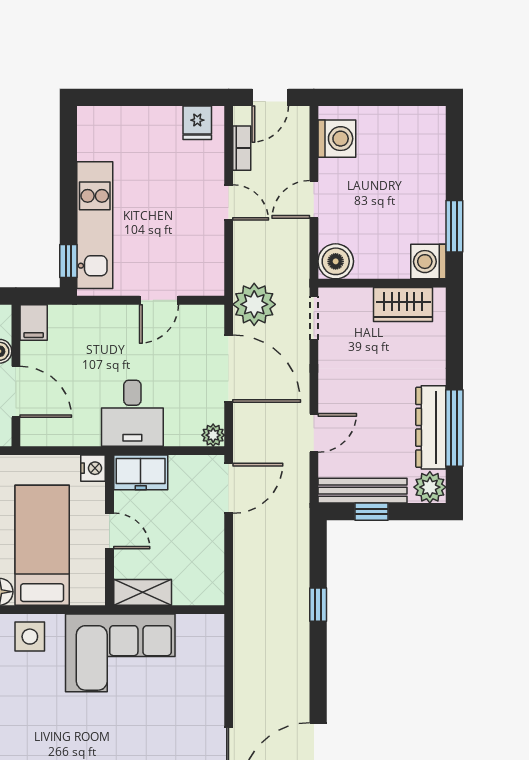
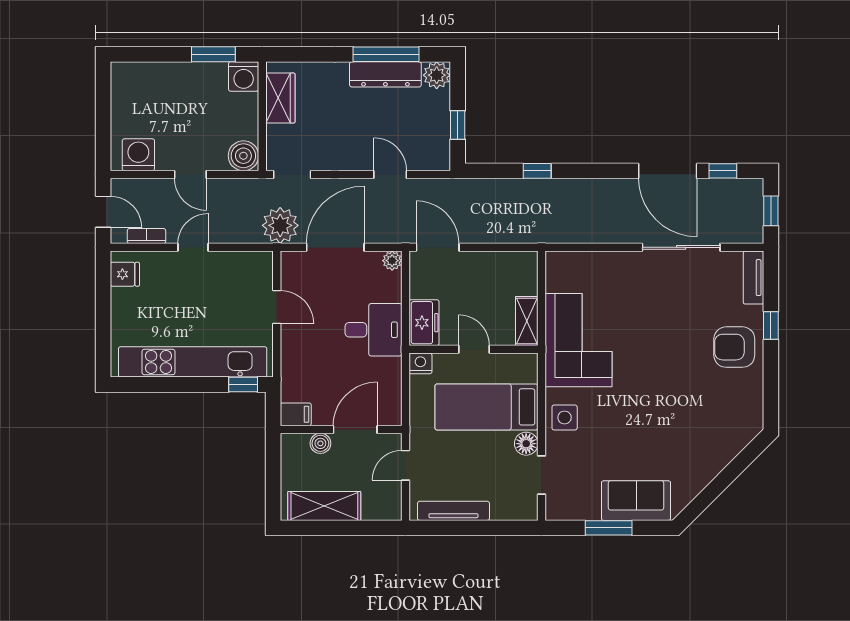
kitchen unit: (95, 225) -> (193, 362), width x1.36
bench: (363, 491) -> (440, 133), removed
door: (110, 531) -> (474, 349), hinge flipped

